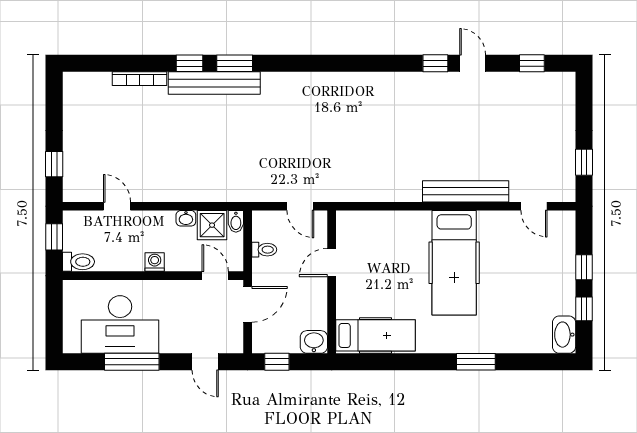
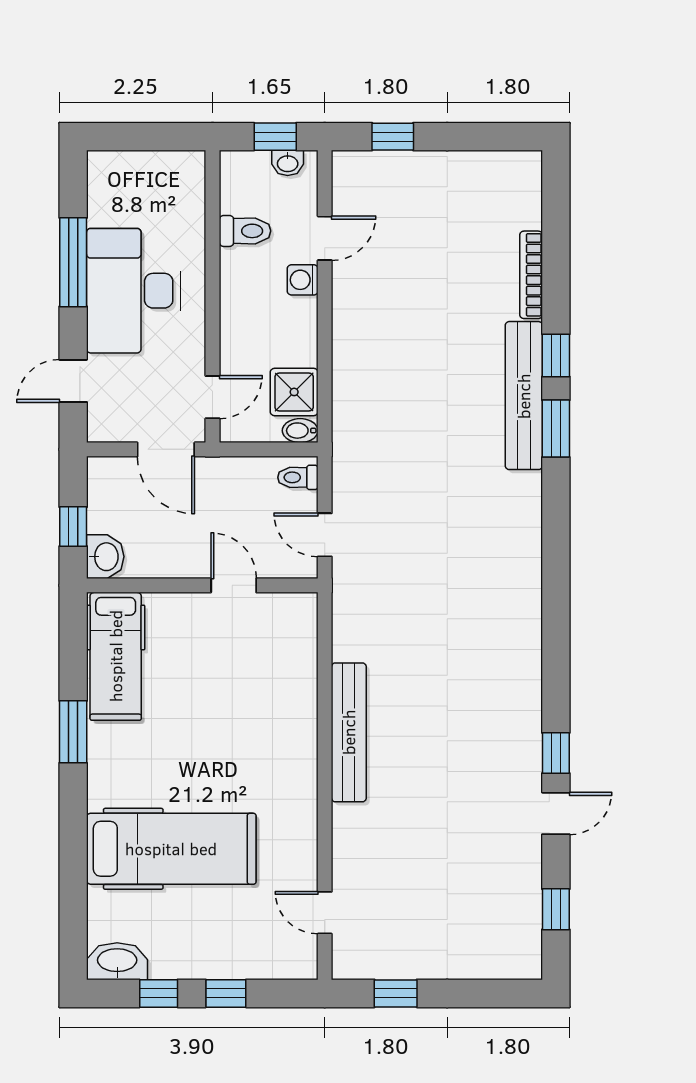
bench: (466, 191) -> (349, 732), moved
door: (300, 206) -> (325, 535), hinge flipped
door: (534, 206) -> (325, 913), hinge flipped
washbasin: (186, 218) -> (288, 163), moved, turned -90
toilet: (264, 250) -> (298, 477), moved, turned 90
toilet: (78, 262) -> (245, 231), moved, turned -90
washing machine: (155, 262) -> (303, 280), moved, turned 180
hospital bed: (454, 263) -> (171, 849), moved, turned 180
desk: (120, 324) -> (133, 291), moved
window: (277, 362) -> (73, 527), moved
window: (476, 362) -> (73, 732), moved

